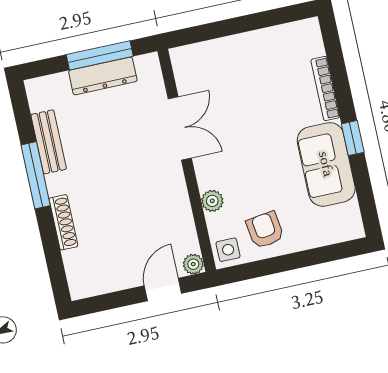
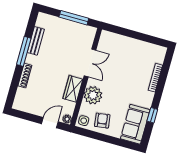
dresser: (103, 76) -> (71, 26), removed
window: (353, 138) -> (152, 115), moved
sofa: (326, 164) -> (135, 124), moved
wardrobe: (173, 198) -> (73, 89), added
plant: (212, 201) -> (93, 95), width x1.87, depth x1.87

